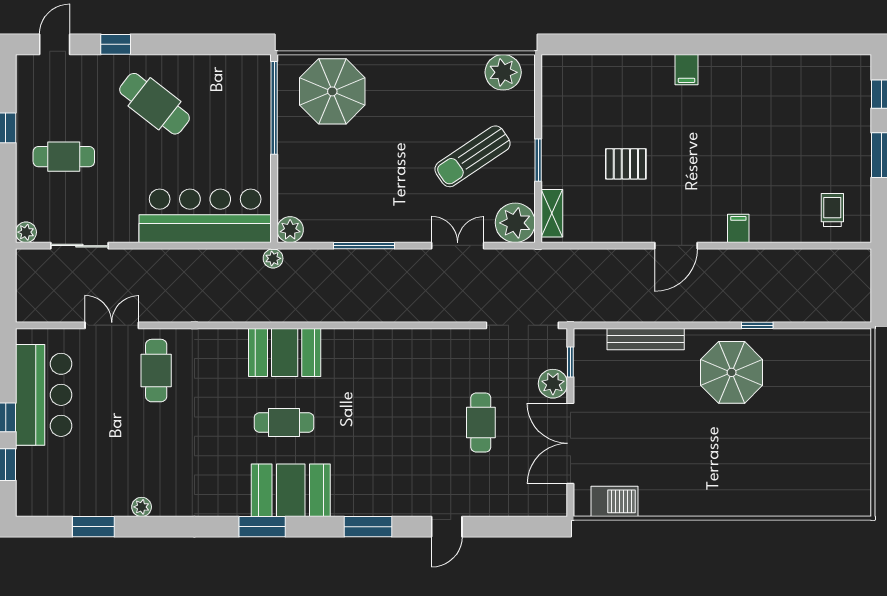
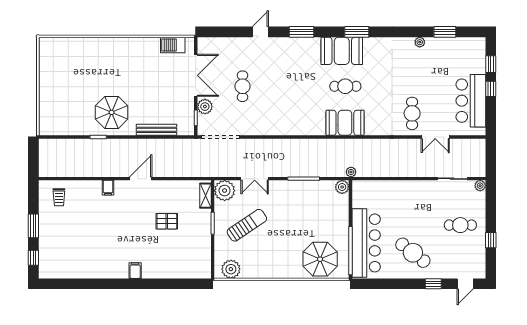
bar counter: (205, 216) -> (366, 243), moved, turned -90

